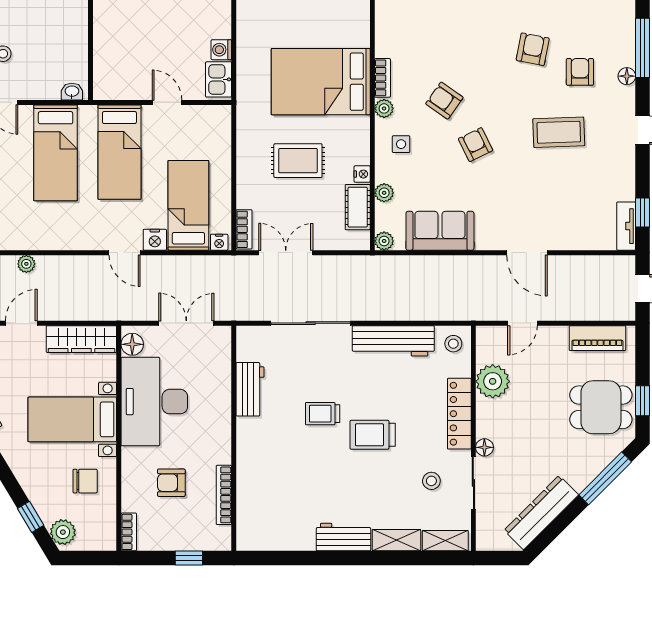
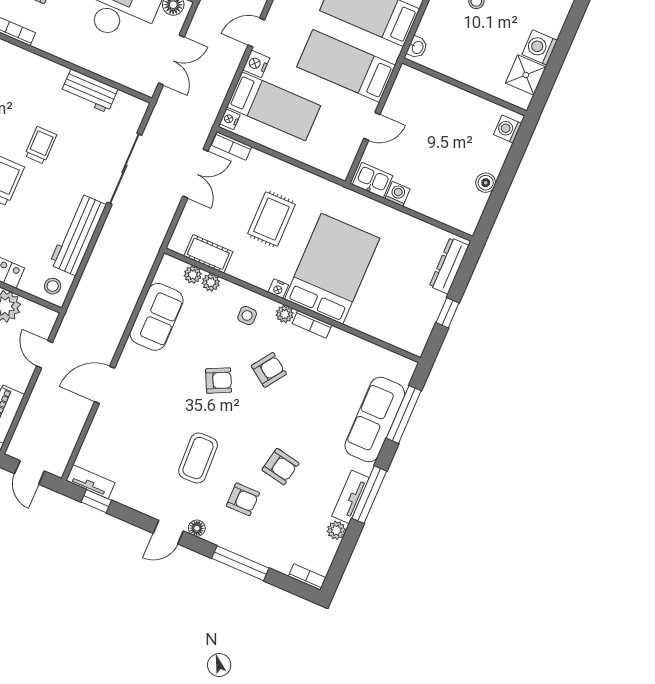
floor lamp: (627, 76) -> (197, 528), moved
nightstand: (362, 174) -> (278, 289), moved
plant: (384, 241) -> (193, 275), moved

